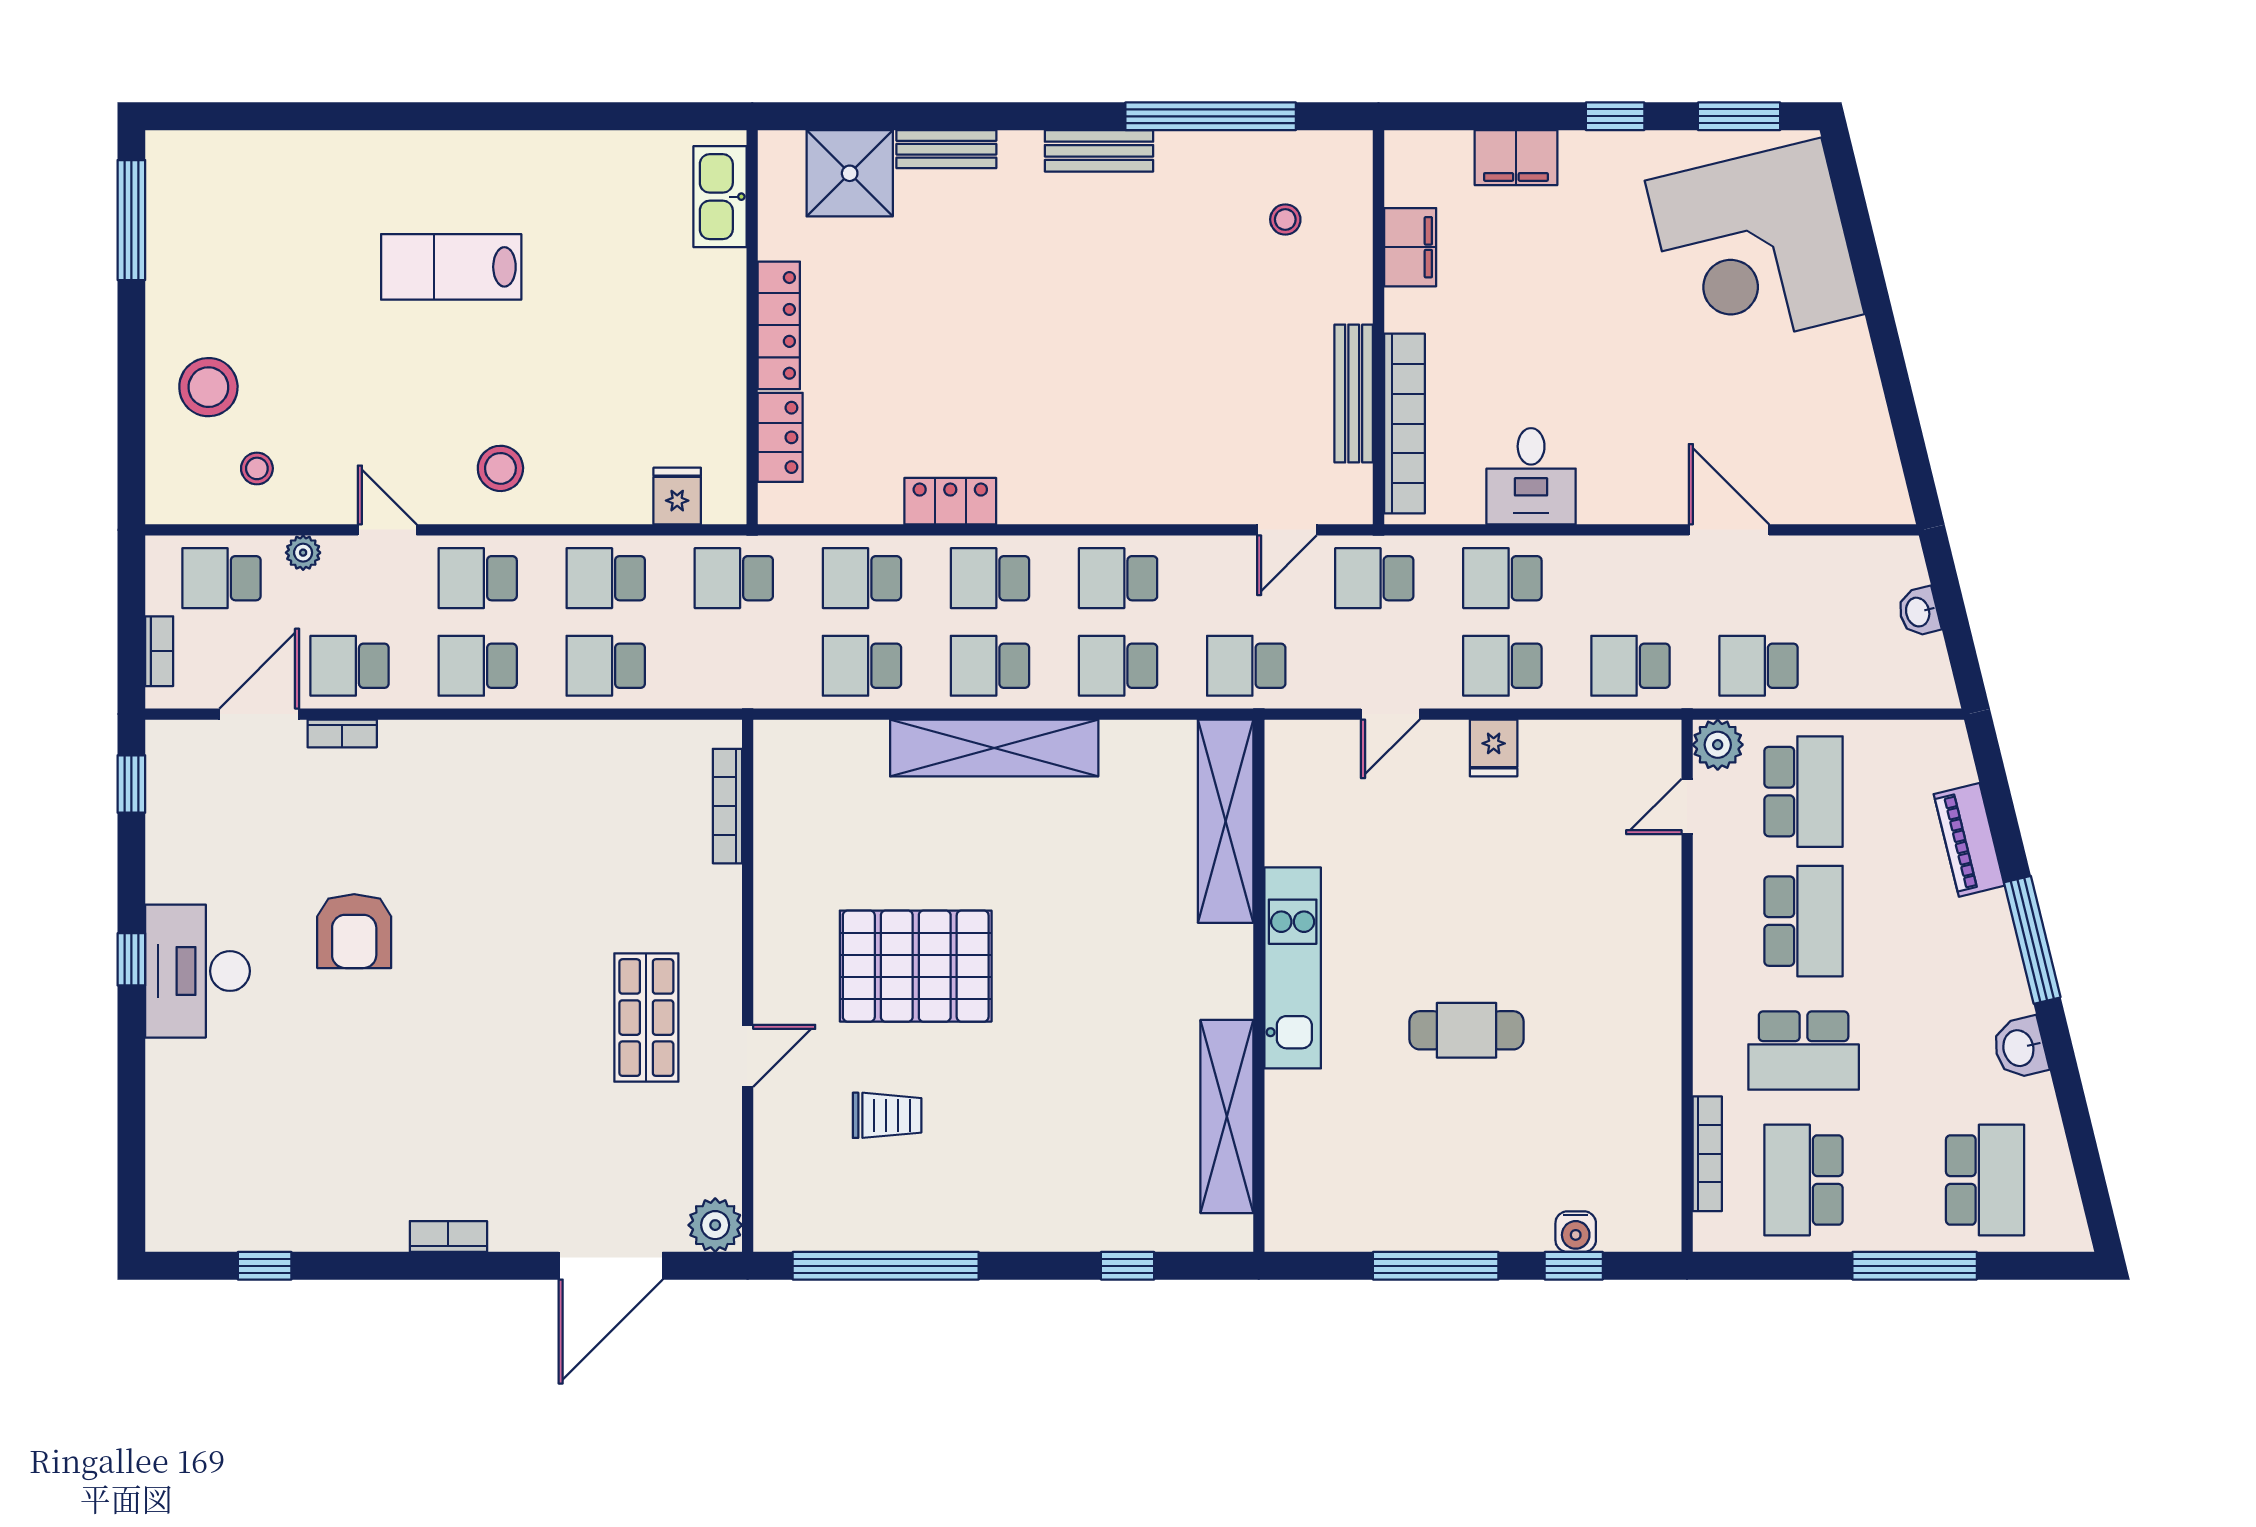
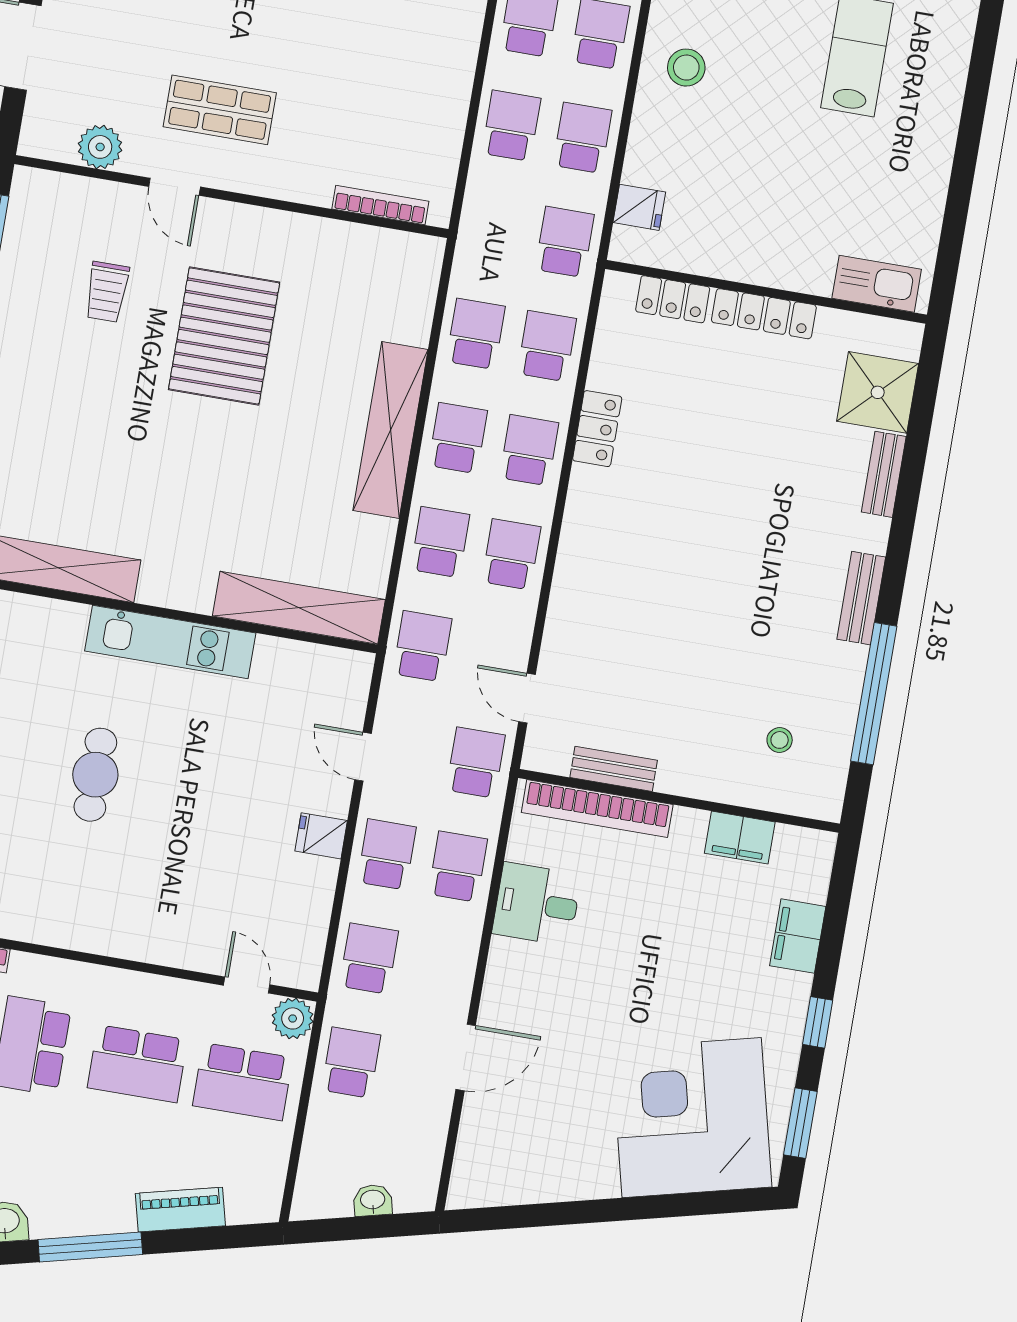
bench: (1354, 394) -> (614, 769), width x0.73
plant: (715, 1225) -> (100, 147), moved

